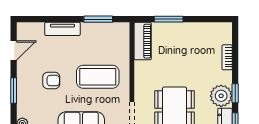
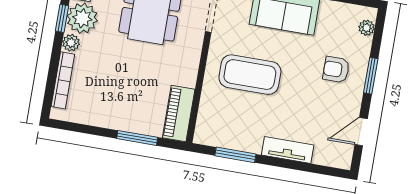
bookcase: (227, 57) -> (63, 80), width x1.56
plant: (226, 77) -> (71, 43), added
armchair: (51, 81) -> (336, 70), moved

